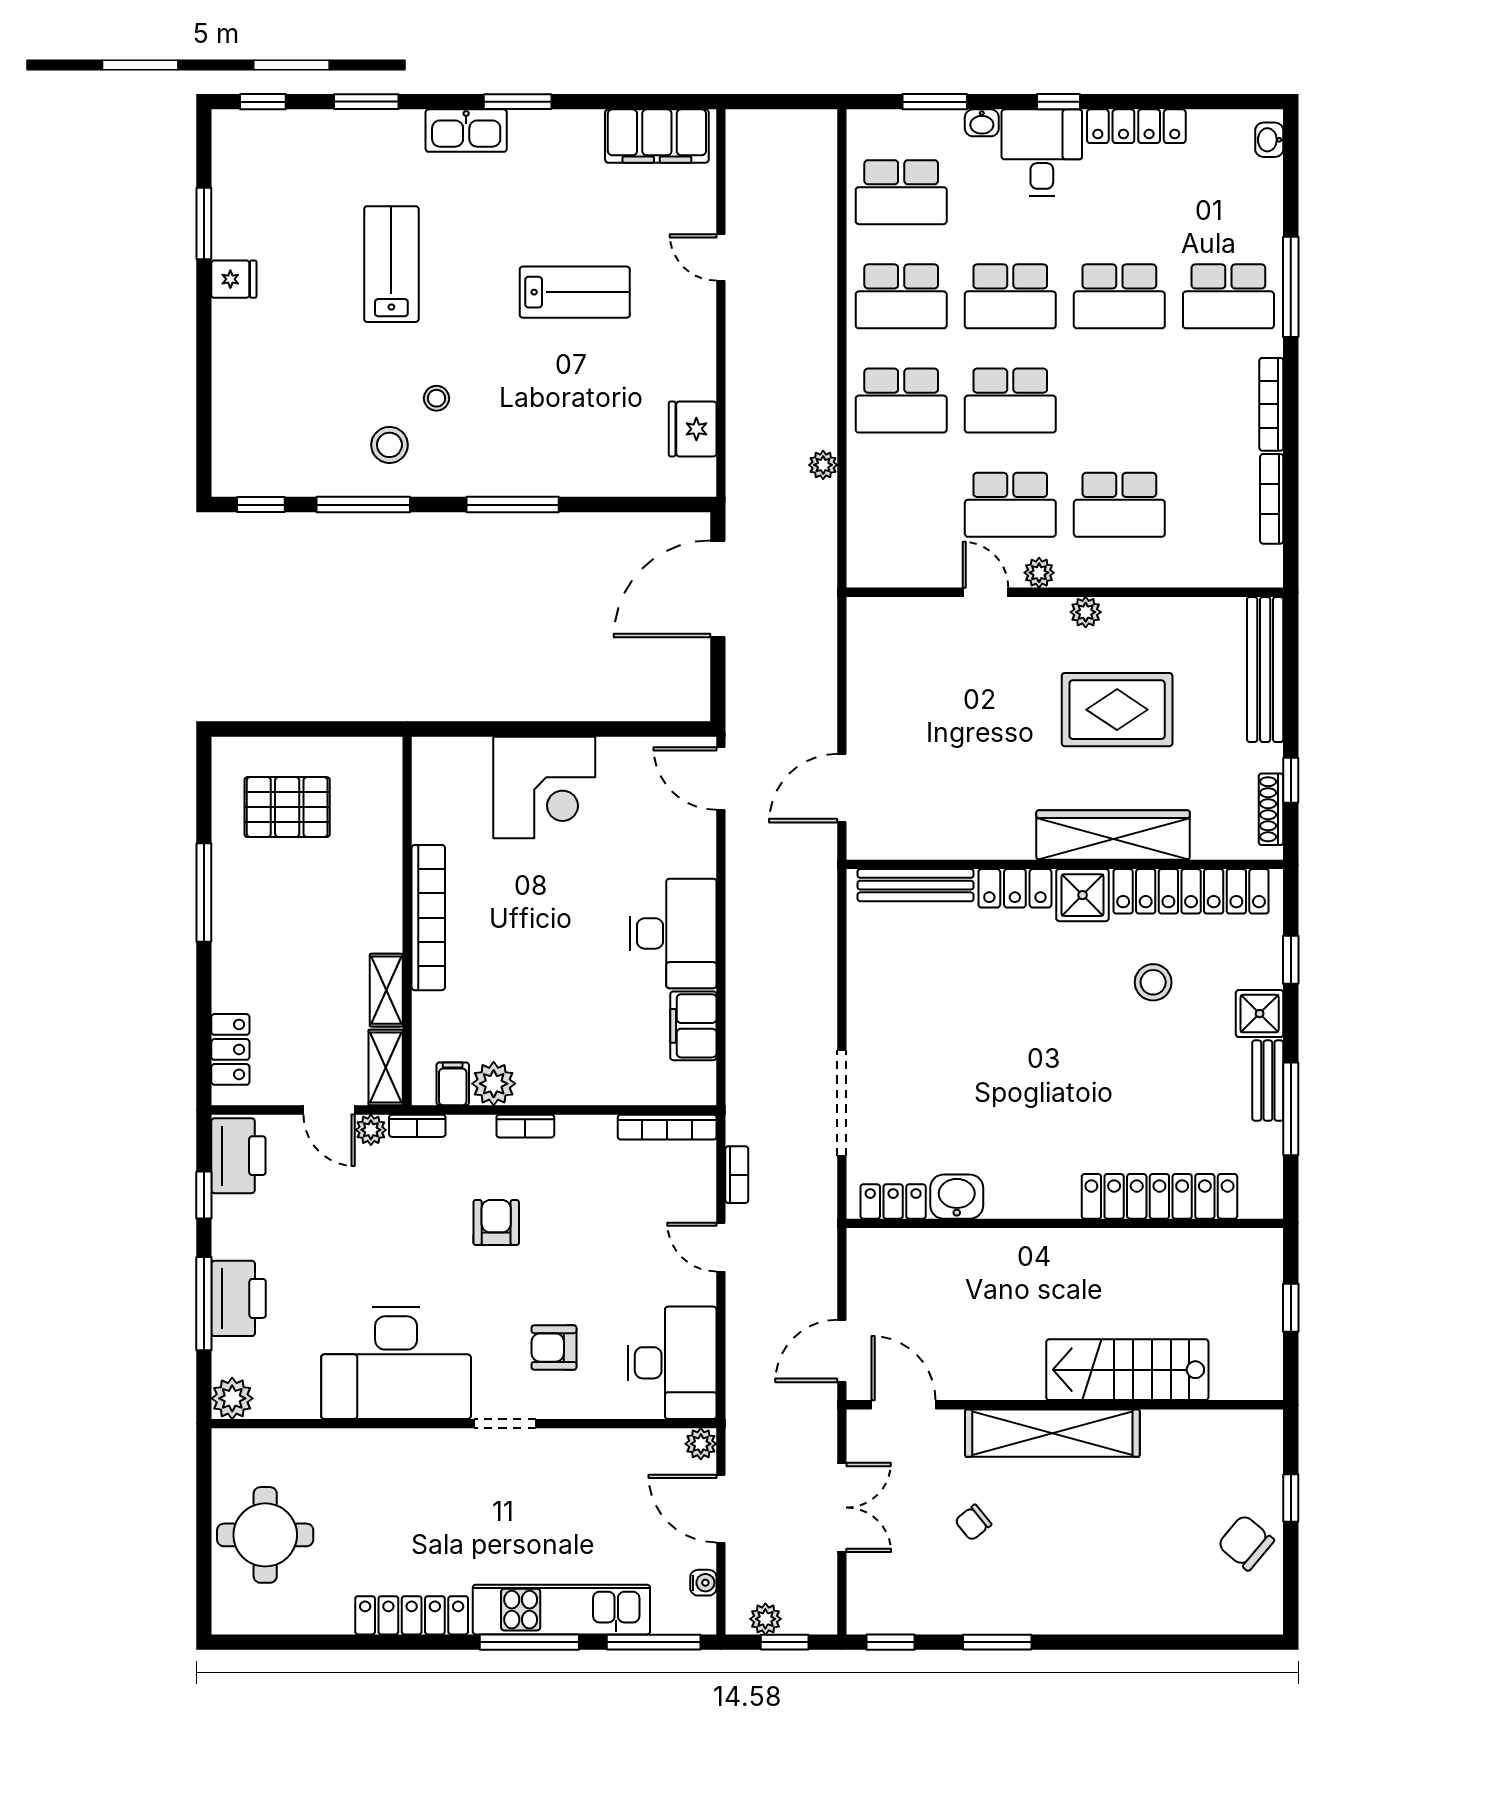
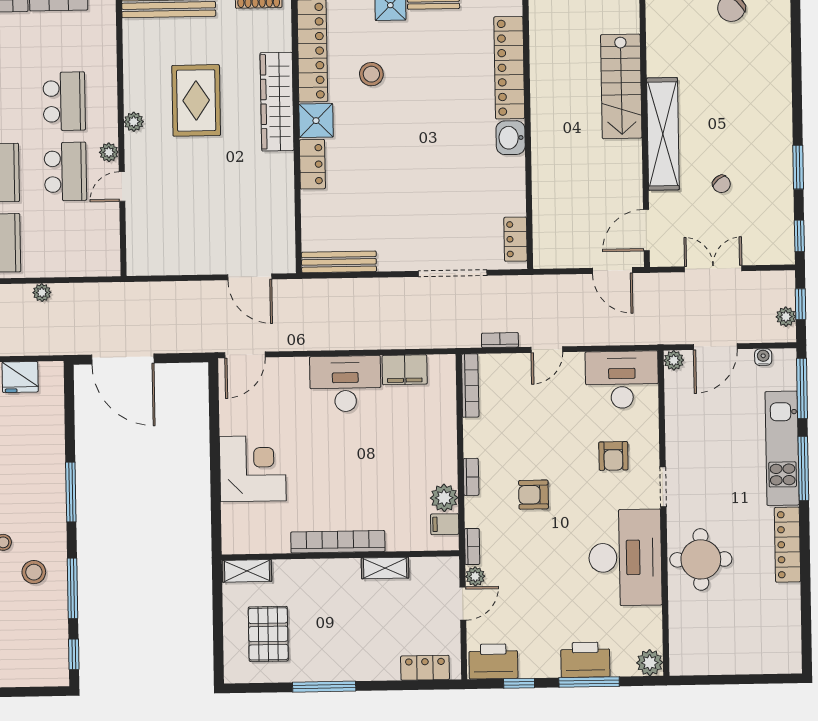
bench: (916, 885) -> (339, 262), moved, turned 90
shelving: (386, 1068) -> (247, 571), moved
washbasin: (957, 1197) -> (511, 138), moved
round table: (265, 1535) -> (701, 559), moved

